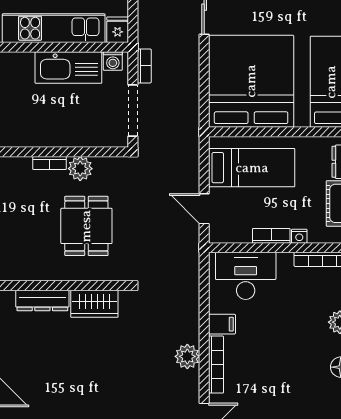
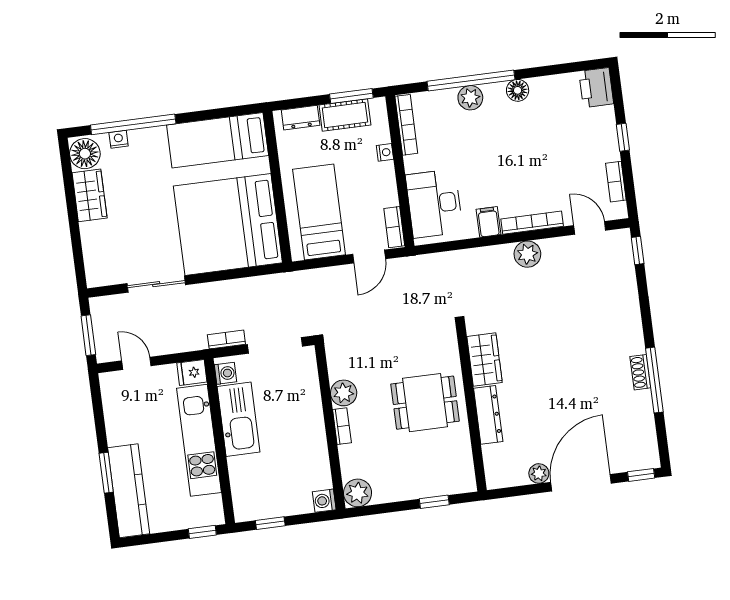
dining table: (86, 226) -> (425, 403), moved
bookcase: (271, 236) -> (394, 227), moved

